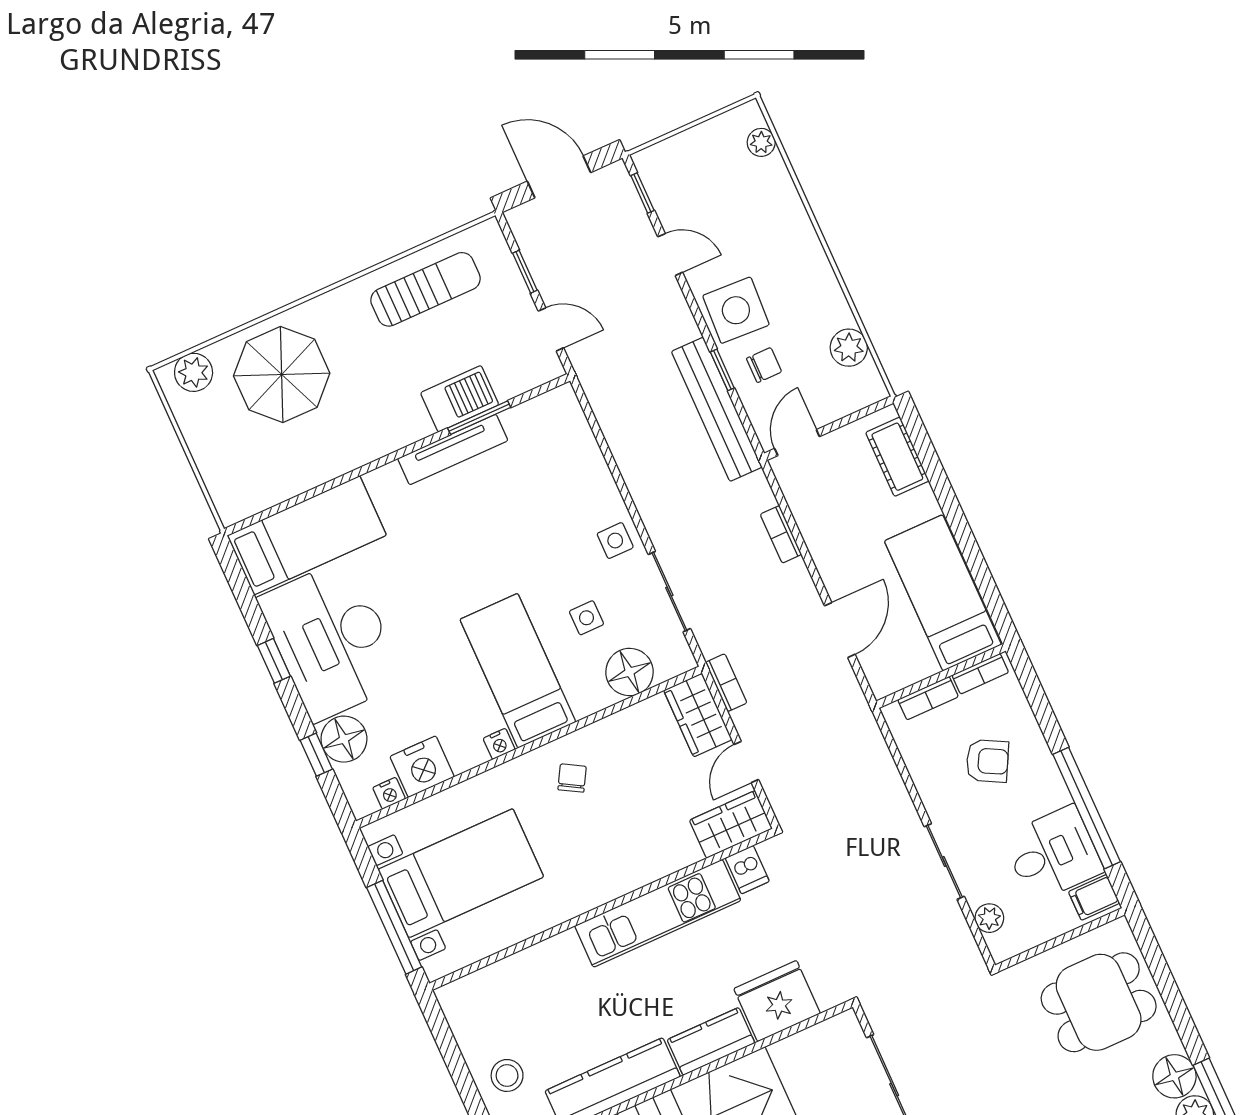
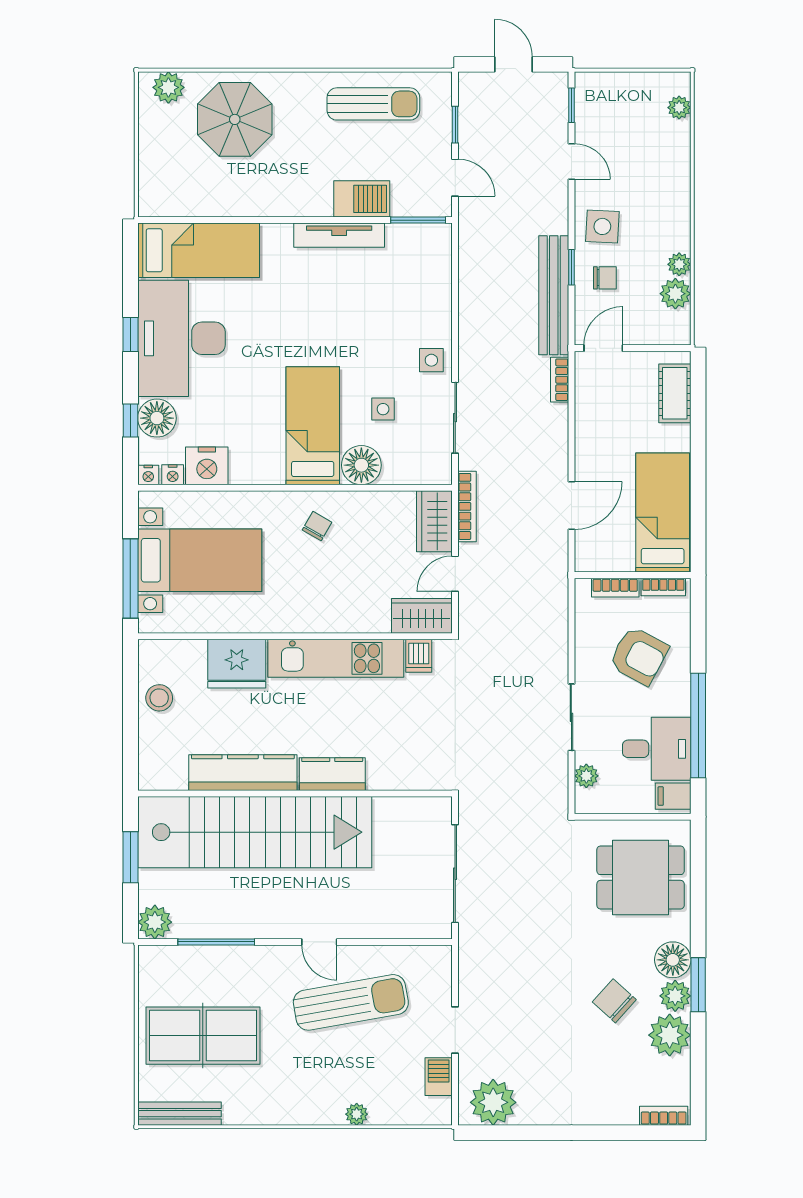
door: (559, 177) -> (514, 64), width x0.73
side table: (736, 310) -> (602, 226), width x0.73, depth x0.73
plant: (839, 314) -> (679, 264), added
window: (479, 418) -> (418, 220), moved
bookcase: (781, 534) -> (560, 380), moved
floor lamp: (630, 672) -> (361, 465), moved
bookcase: (726, 683) -> (467, 506), width x1.56
nightstand: (499, 744) -> (148, 475), moved
armchair: (987, 761) -> (639, 656), width x1.38, depth x1.38
fridge: (777, 1001) -> (237, 664), moved, turned 180
stool: (507, 1075) -> (159, 698), moved

